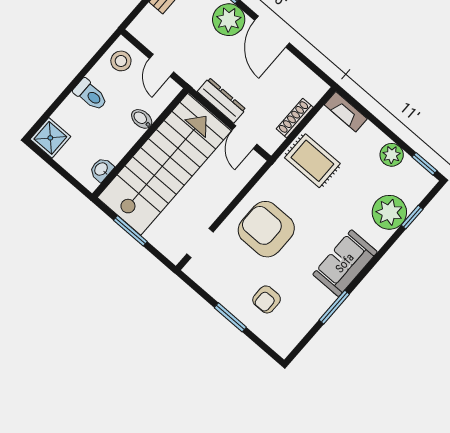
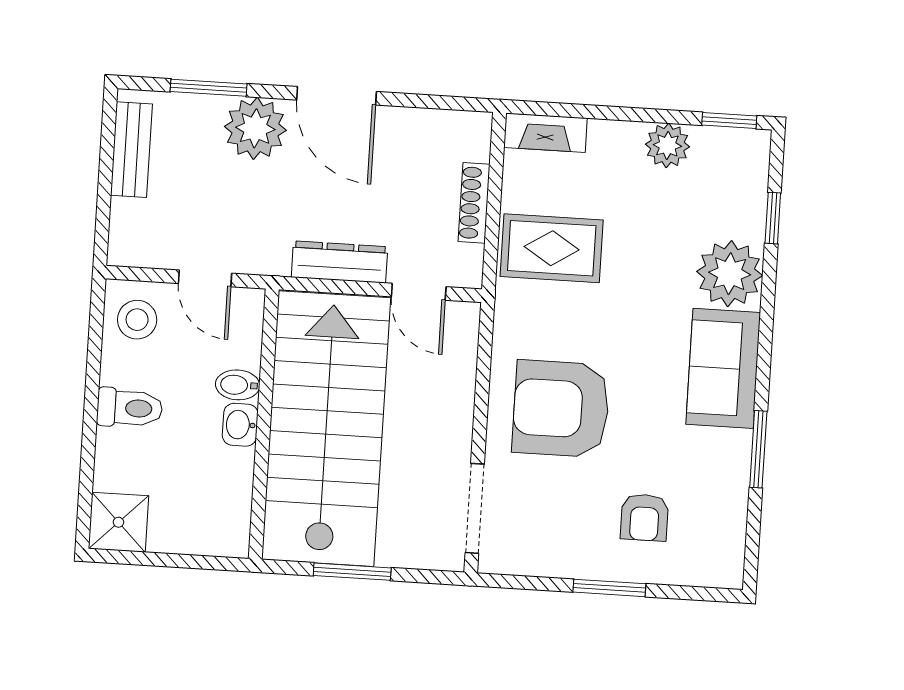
washbasin: (101, 169) -> (240, 425), moved
plant: (389, 212) -> (730, 274), moved
doorway: (200, 243) -> (475, 508), width x1.38

